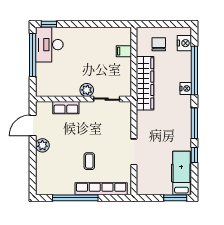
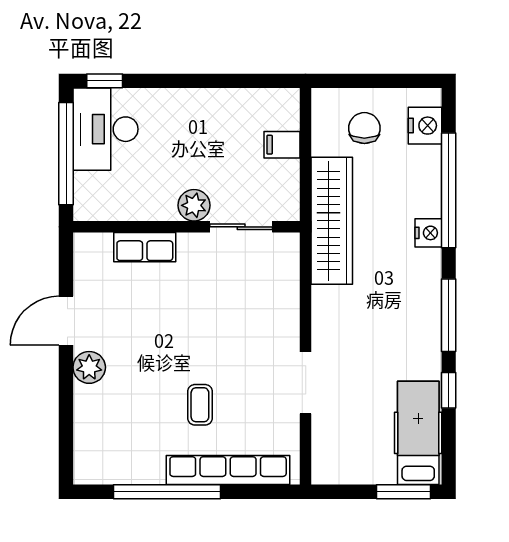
plant: (87, 90) -> (194, 205), moved
wall: (84, 99) -> (186, 227), moved
sliding door: (107, 99) -> (241, 227), moved
row of seats: (66, 108) -> (145, 247), moved

